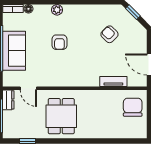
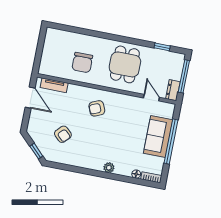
armchair: (59, 42) -> (97, 108), moved, turned -113
tv unit: (113, 82) -> (54, 85), moved
chair: (133, 107) -> (82, 63), moved

